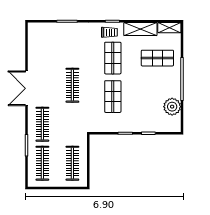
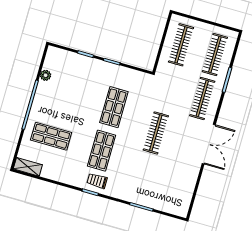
shelving: (140, 29) -> (61, 174), removed
plant: (172, 107) -> (46, 75), width x0.53, depth x0.53

